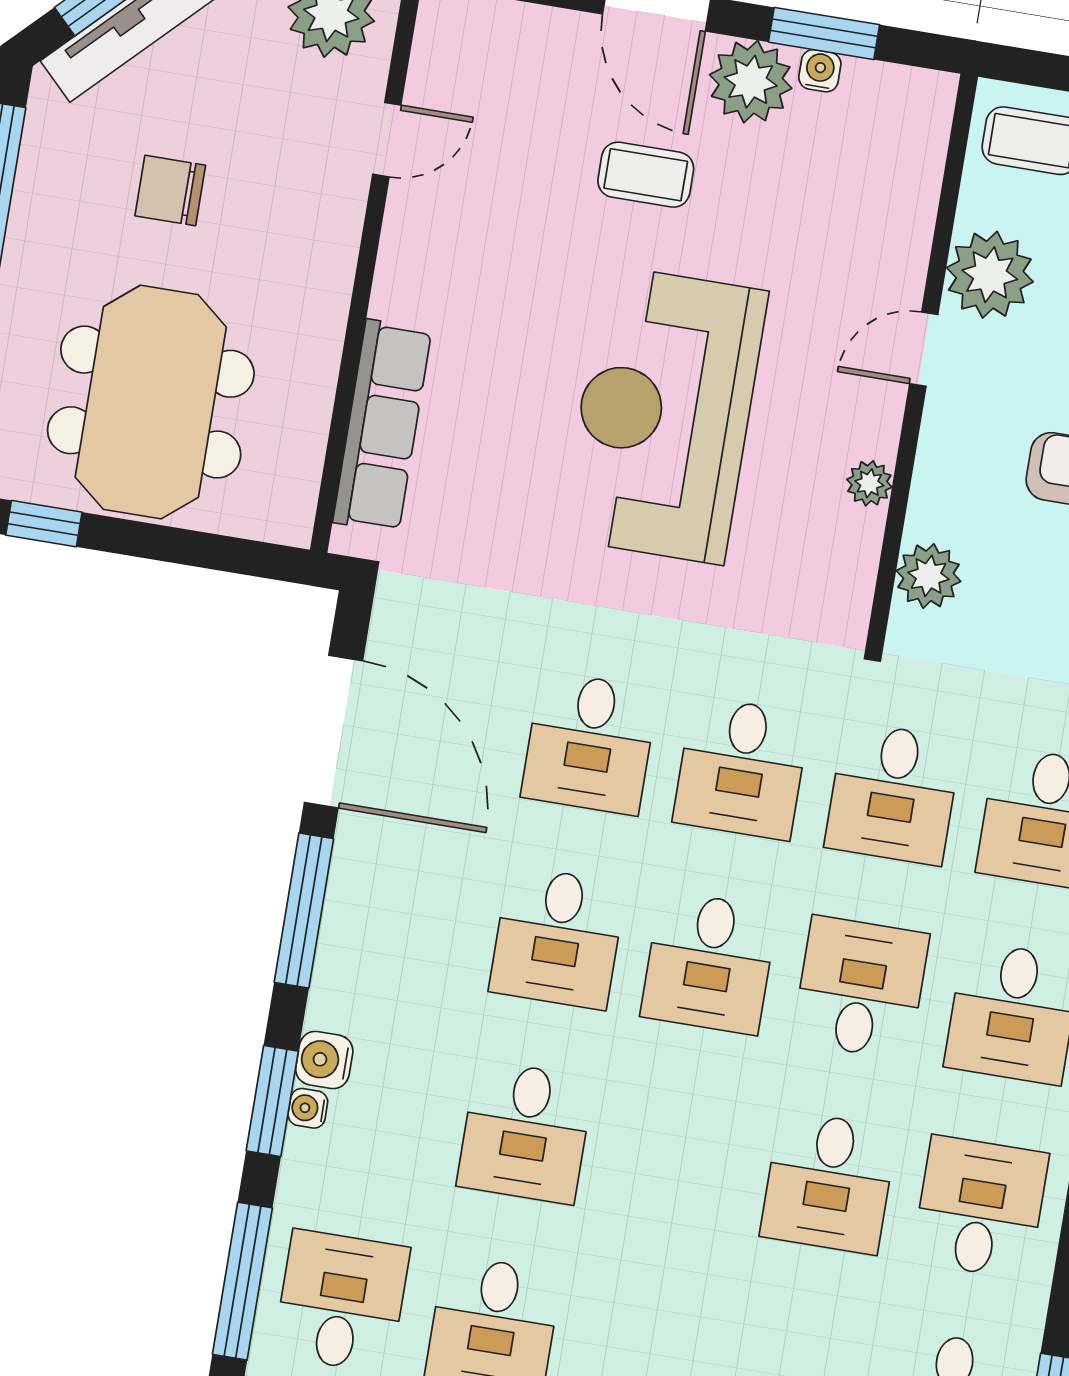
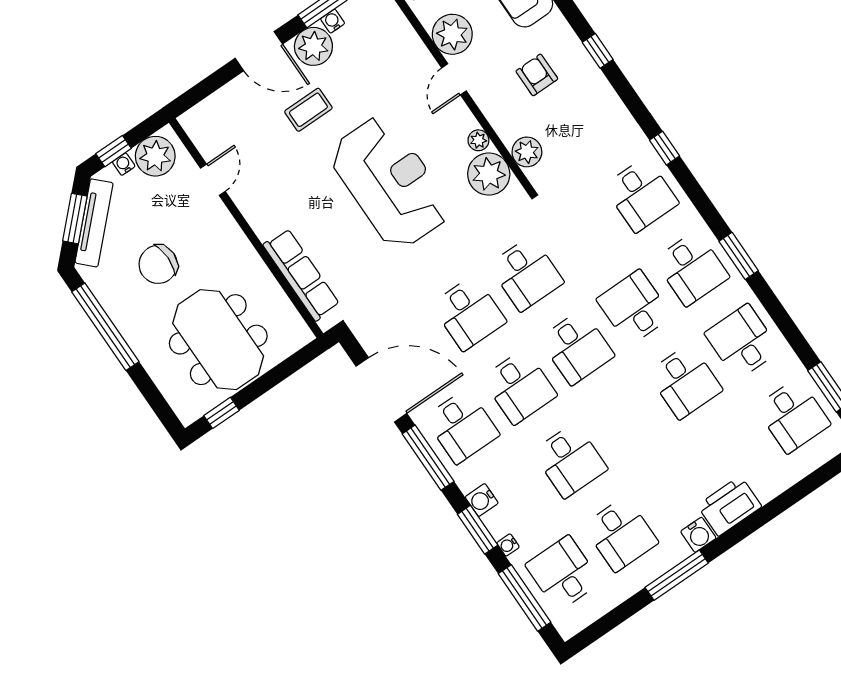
chair: (170, 190) -> (158, 264), width x1.37, depth x1.37
reception desk: (664, 415) -> (390, 182), turned 180
plant: (834, 553) -> (489, 174), added
desk: (893, 793) -> (462, 426), moved
water cooler: (308, 1108) -> (508, 545), moved

